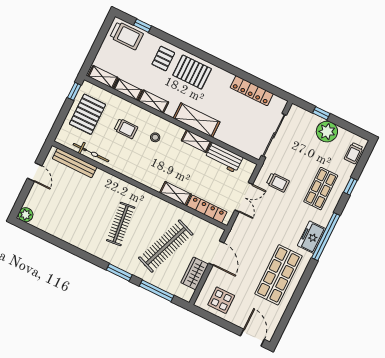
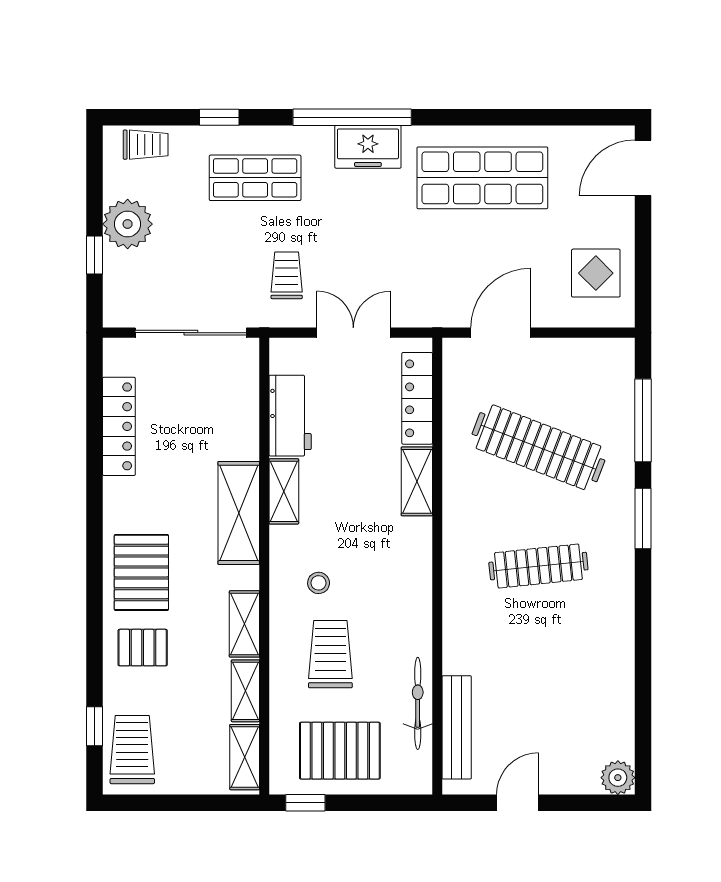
trolley: (126, 129) -> (330, 654), width x1.36, depth x1.39
wardrobe: (195, 273) -> (567, 357), removed

